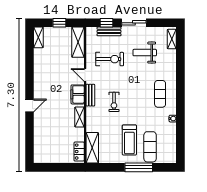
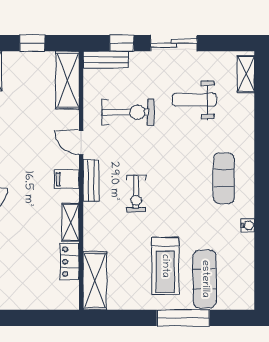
bench: (109, 31) -> (106, 60), moved
filing cabinet: (78, 94) -> (67, 179), width x0.50
locker: (79, 152) -> (70, 262), moved

